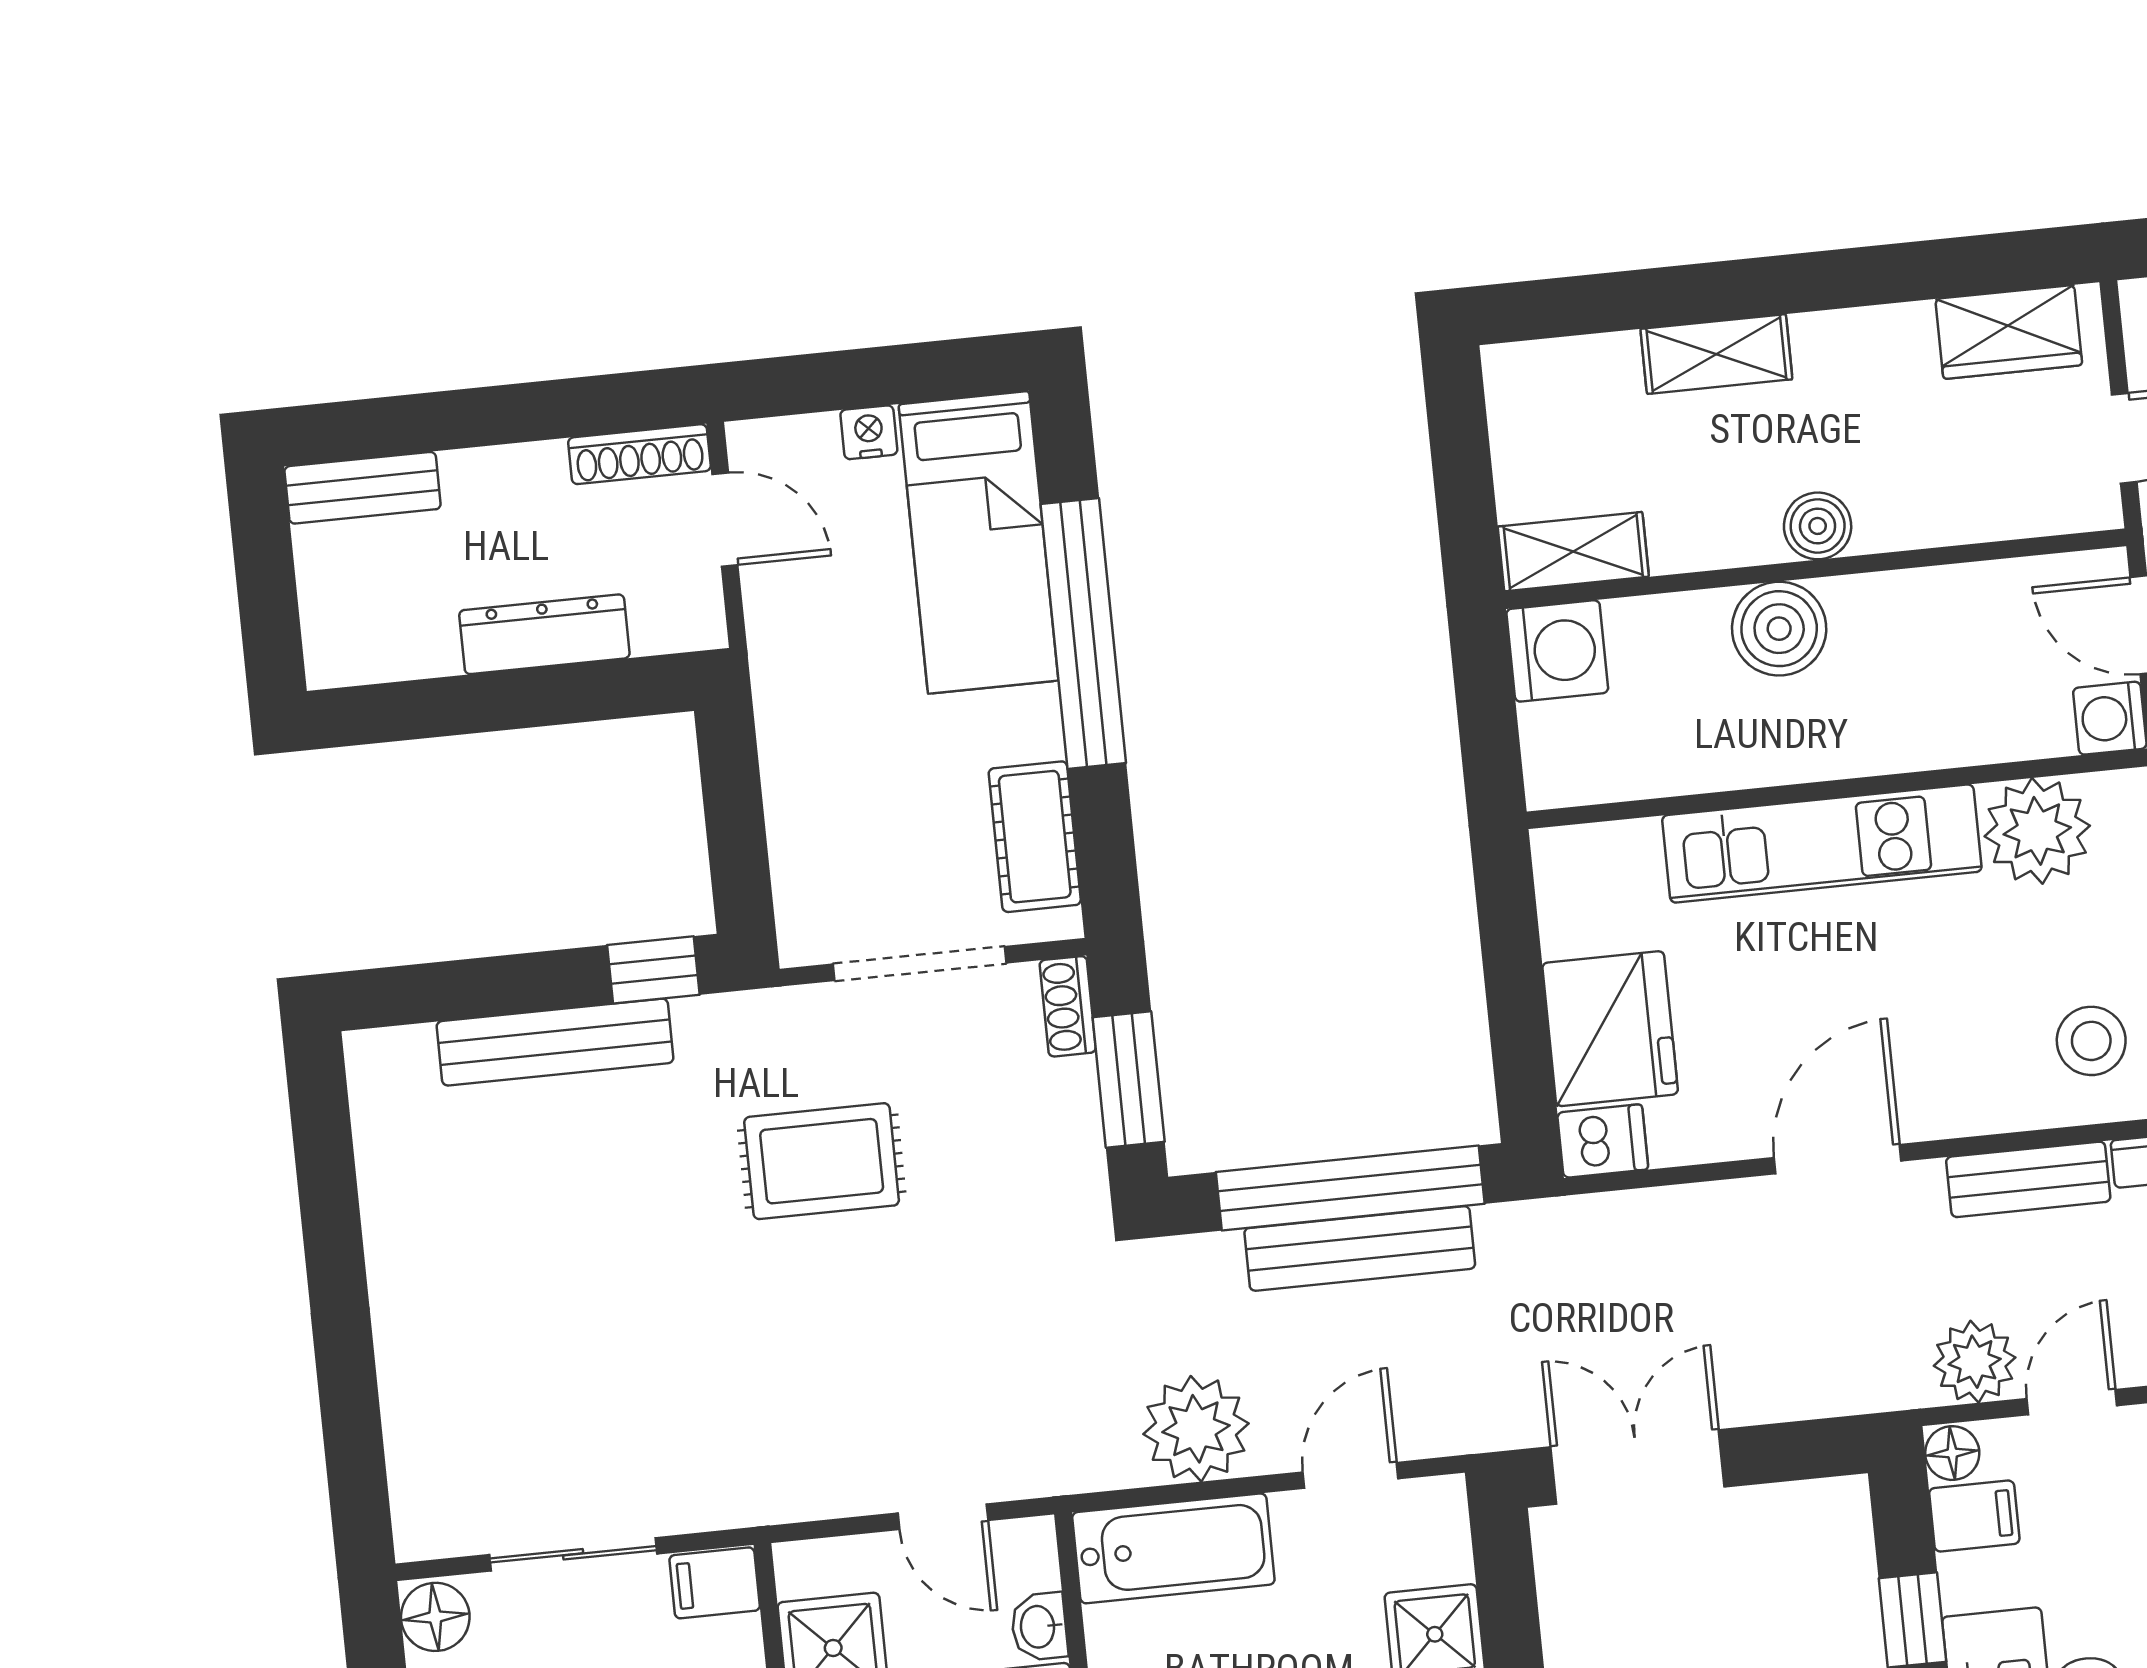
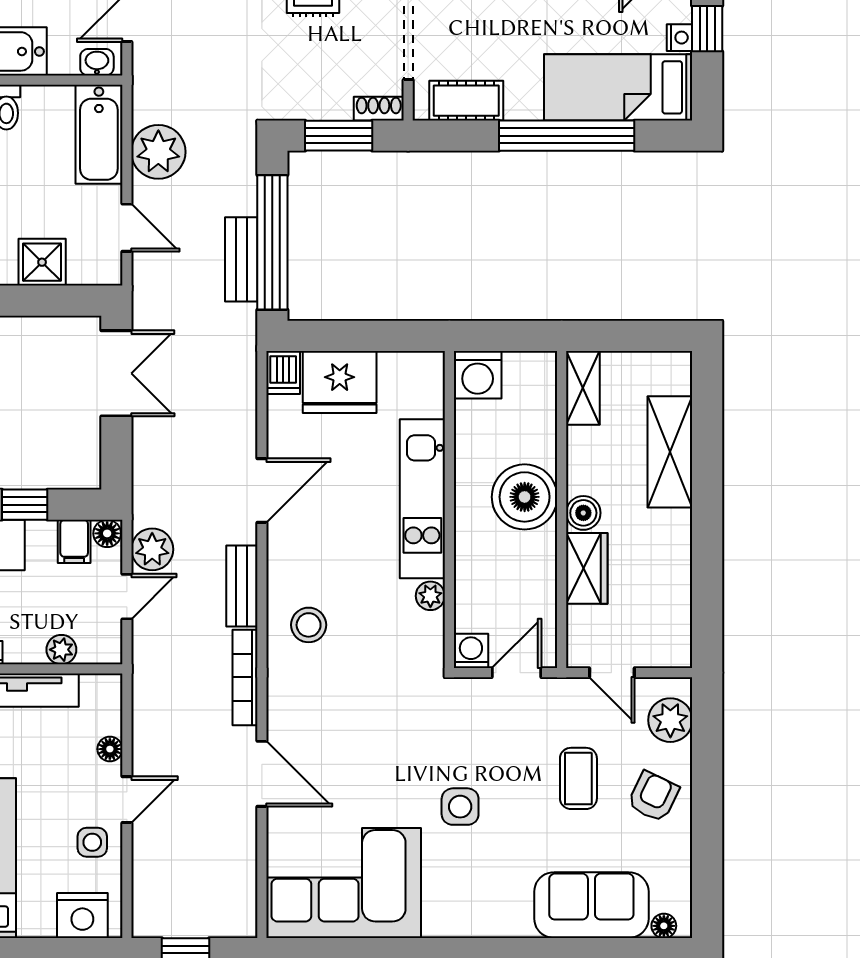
wardrobe: (2009, 332) -> (587, 568), moved, turned 180
shelving: (1716, 354) -> (670, 452), width x1.50, depth x1.33
window: (846, 380) -> (707, 29), added
boiler: (1779, 629) -> (525, 497), width x1.37, depth x1.37
washing machine: (1557, 651) -> (478, 375), moved
plant: (2037, 831) -> (430, 596), width x0.53, depth x0.53
door: (1838, 1159) -> (262, 491), hinge flipped
bench: (1360, 1248) -> (241, 259), width x0.73
door: (2072, 1402) -> (127, 597), hinge flipped
washbasin: (1039, 1627) -> (97, 62), moved

